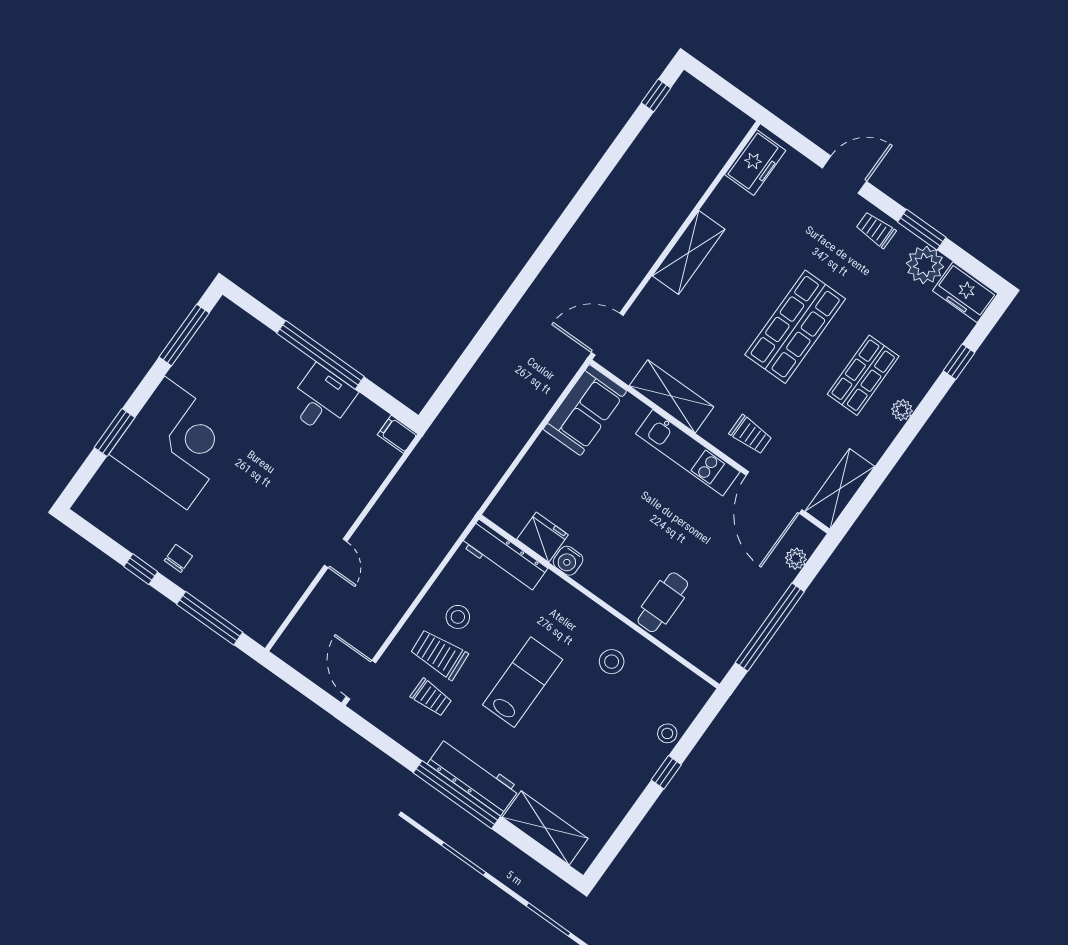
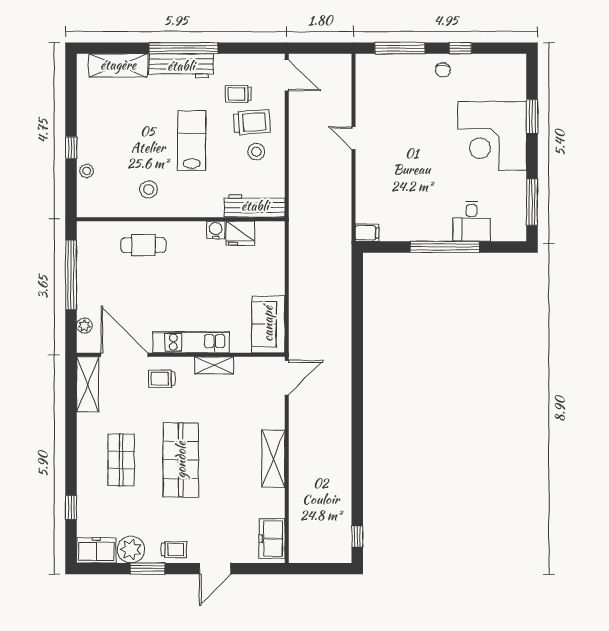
shelving: (671, 396) -> (214, 365), width x0.67, depth x0.75
desk: (321, 400) -> (472, 221), moved
plant: (902, 410) -> (84, 456), removed
cafe table: (663, 602) -> (143, 245), turned 90
lab bench: (523, 682) -> (192, 141), turned 180

